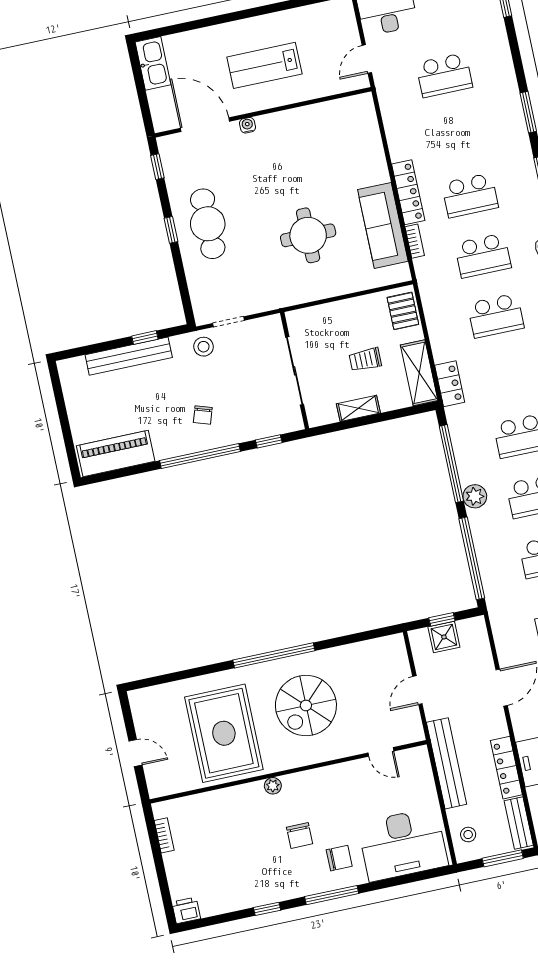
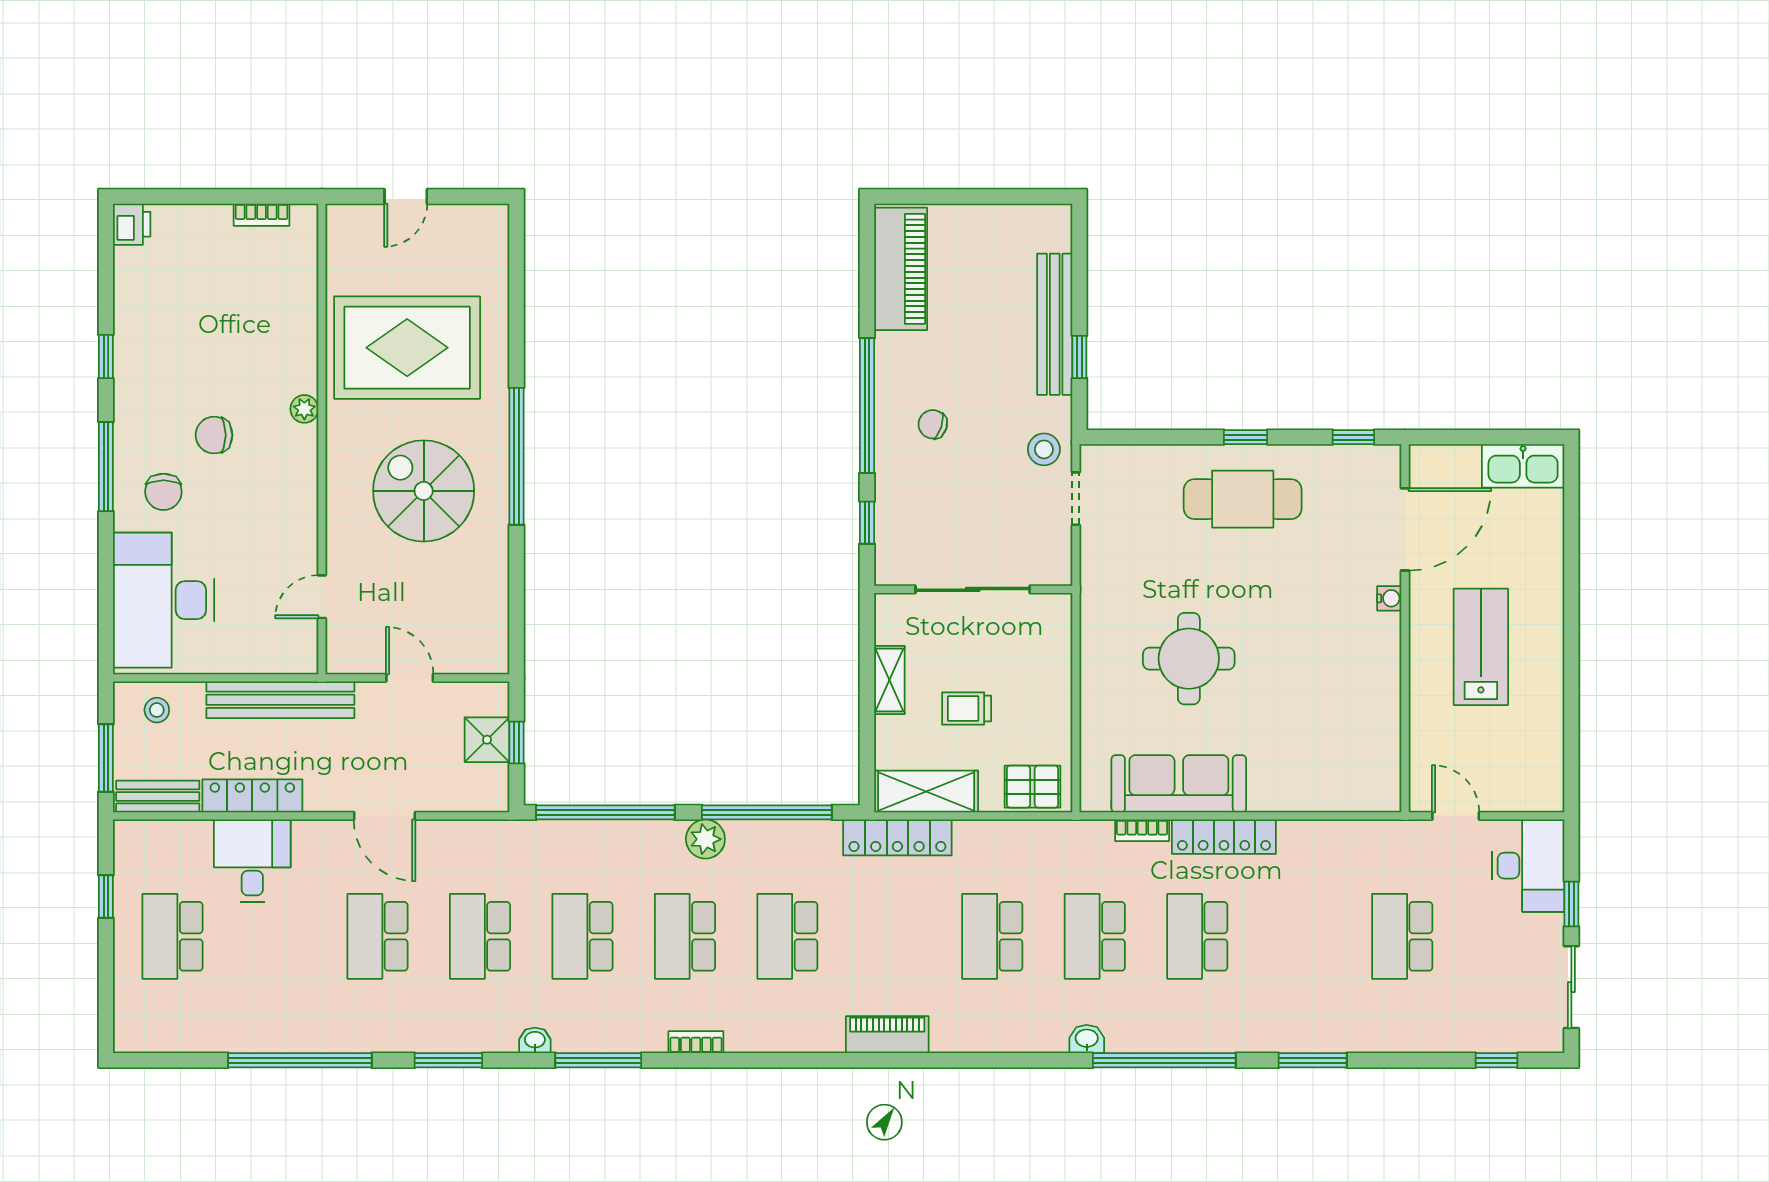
trolley: (365, 359) -> (967, 708), turned -90
locker: (450, 384) -> (897, 837), width x1.53

